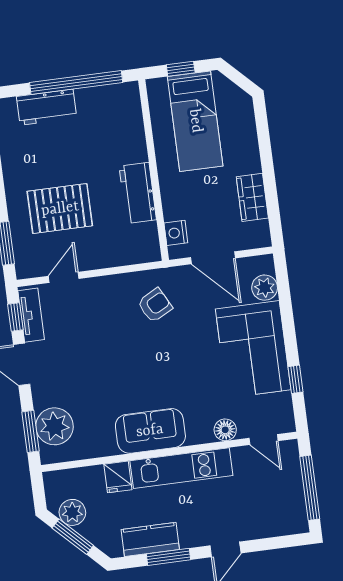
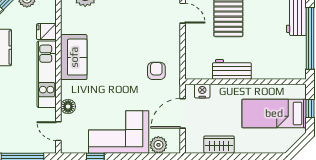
armchair: (155, 305) -> (156, 71), turned -152
door: (264, 439) -> (58, 131), hinge flipped

